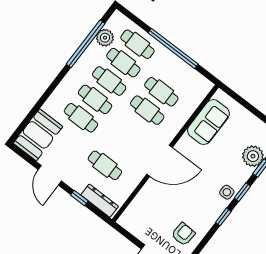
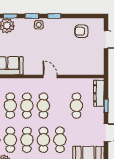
cafe table: (133, 129) -> (43, 106), added
door: (160, 161) -> (50, 77), width x0.53

